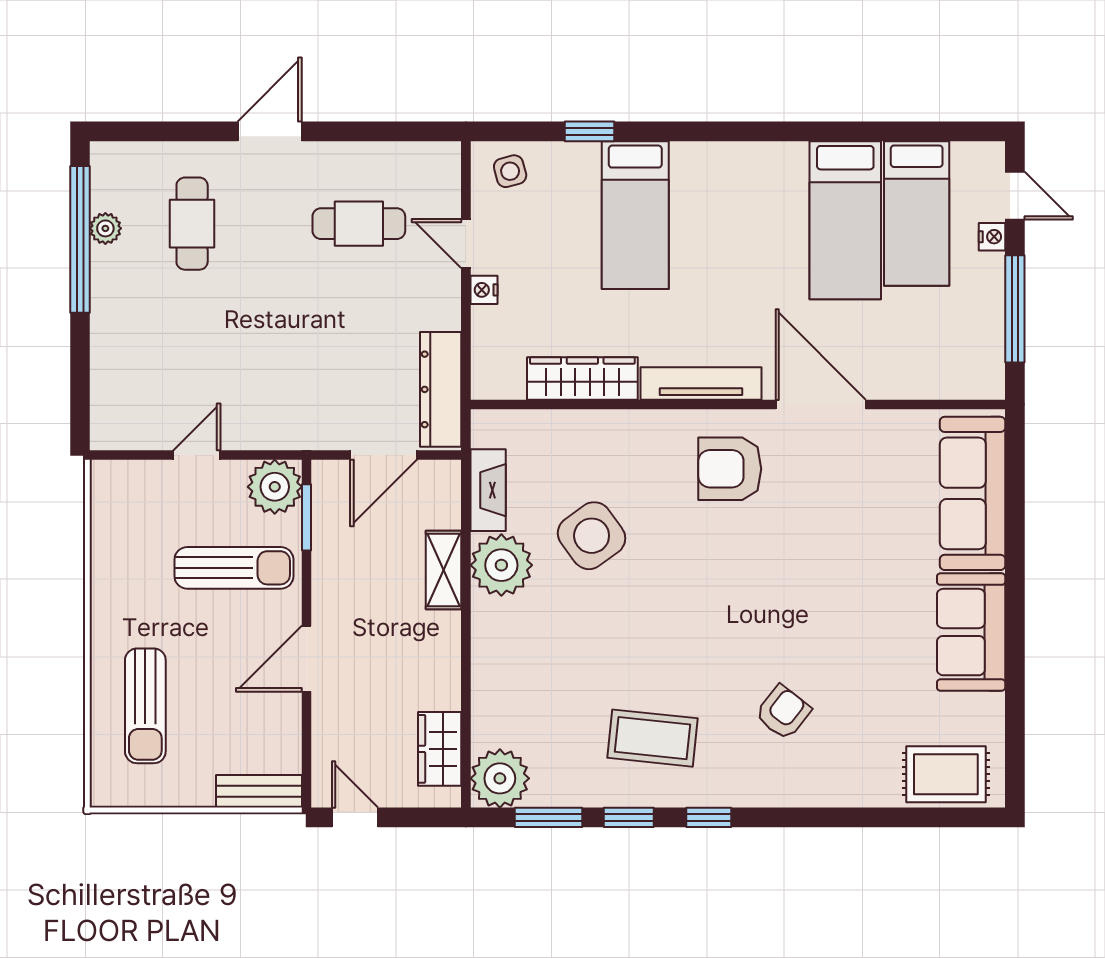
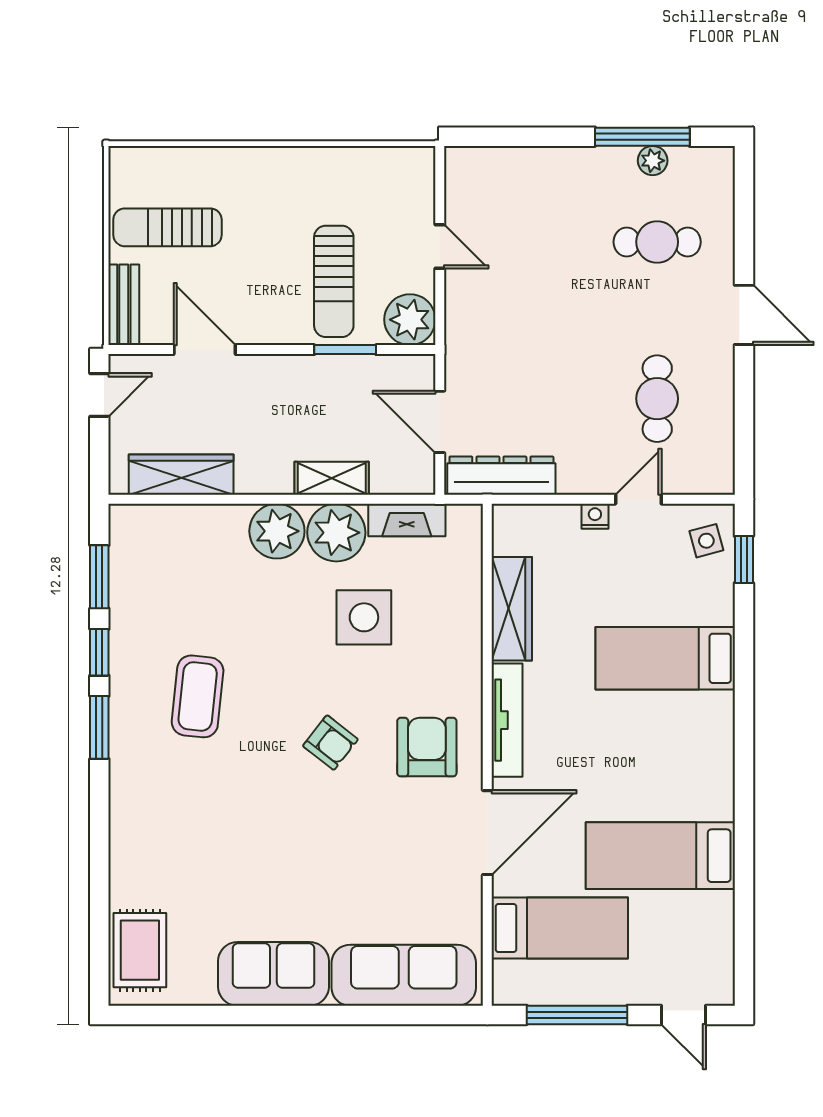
window: (590, 131) -> (744, 559), moved
door: (1015, 196) -> (683, 1015), hinge flipped
bed: (917, 213) -> (560, 928), moved, turned 180
nightstand: (992, 237) -> (645, 993), removed
window: (80, 239) -> (642, 137), width x0.68
window: (307, 517) -> (345, 350), moved
side table: (592, 536) -> (364, 617), turned 36
door: (307, 659) -> (205, 350), moved
sun lounger: (145, 706) -> (167, 227), moved
armchair: (783, 712) -> (330, 743), moved
coffee table: (653, 738) -> (198, 696), moved
wardrobe: (440, 749) -> (181, 475), width x1.50
plant: (500, 778) -> (277, 531), moved
window: (709, 817) -> (99, 727), width x1.50

